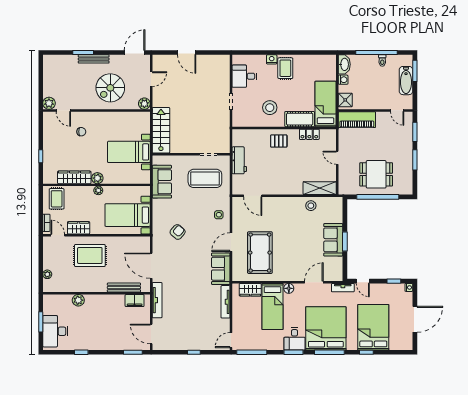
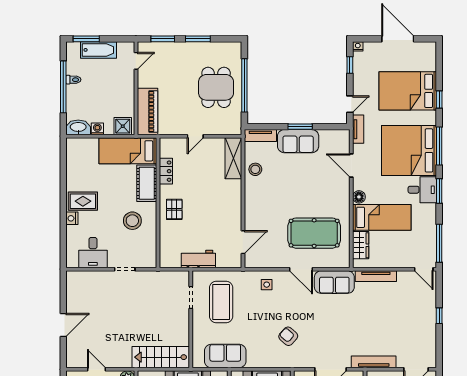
tv unit: (338, 210) -> (260, 135), added

